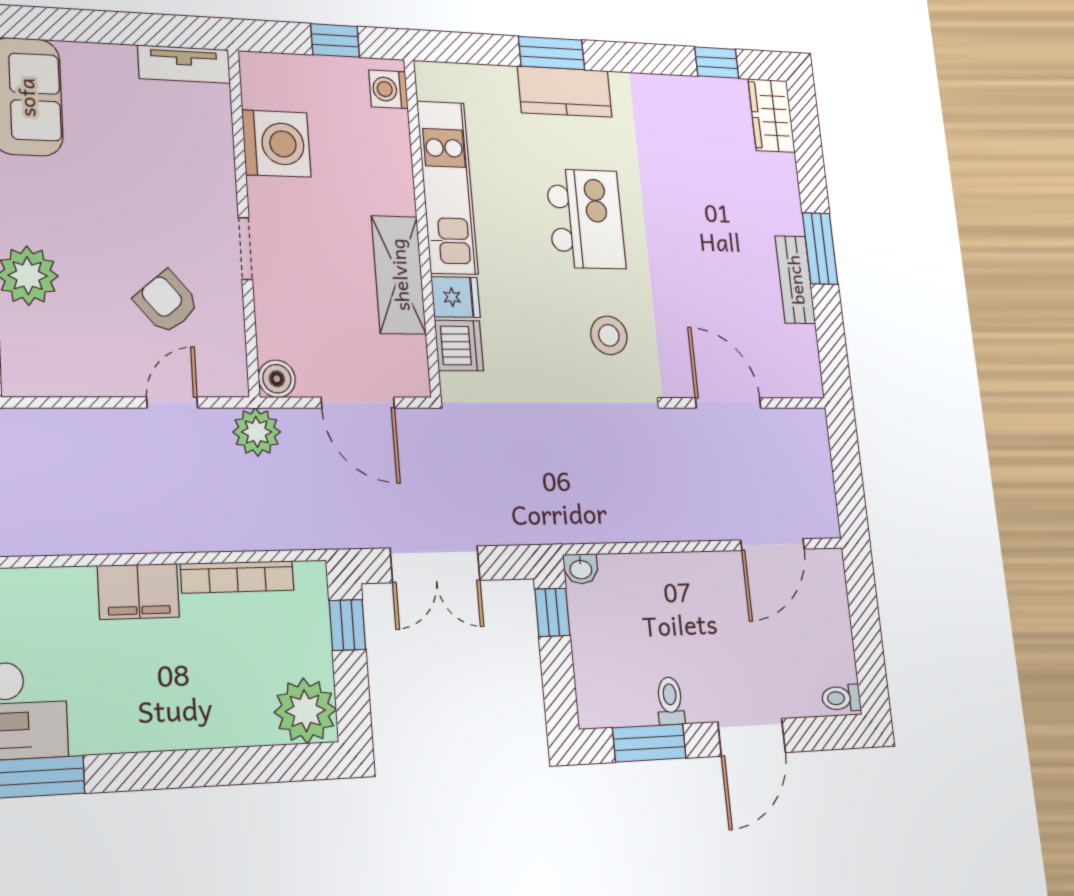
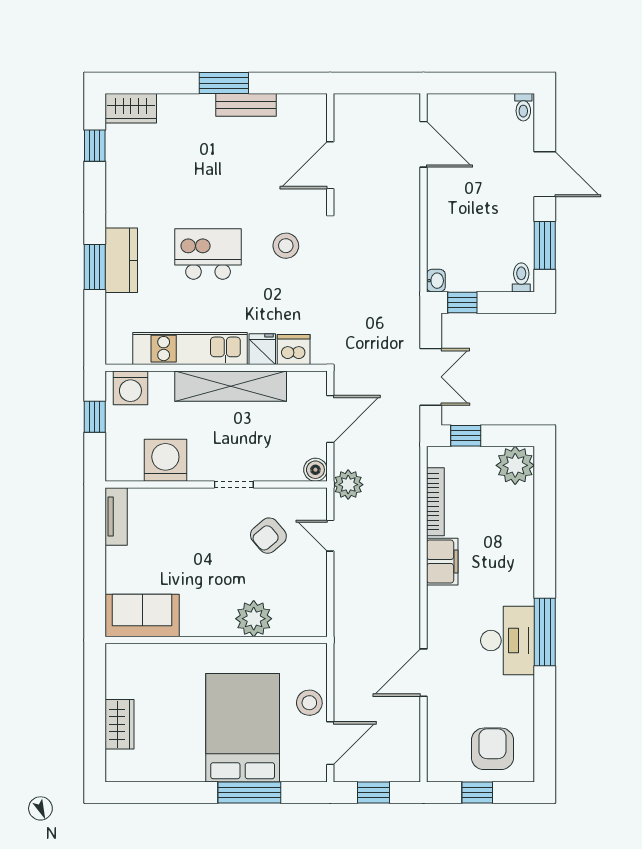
washing machine: (388, 89) -> (130, 388), width x1.38, depth x1.38
shelving: (399, 275) -> (231, 386), width x1.47
toilet: (670, 701) -> (521, 277), moved, turned 90

